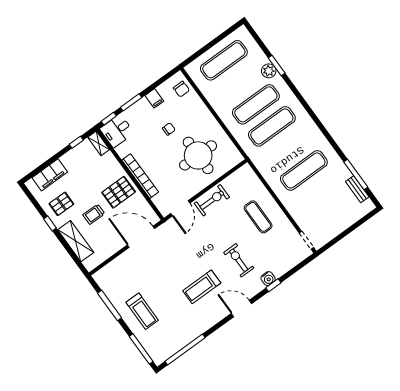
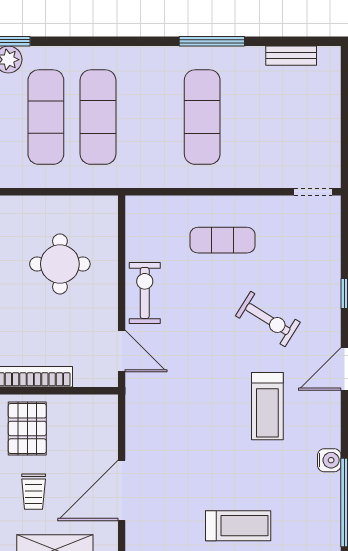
round table: (198, 155) -> (60, 264), width x0.73, depth x0.73
window: (356, 174) -> (212, 41), moved
door: (141, 237) -> (122, 490), moved
exercise bike: (239, 260) -> (268, 319), turned -148
water cooler: (268, 279) -> (329, 460), moved

